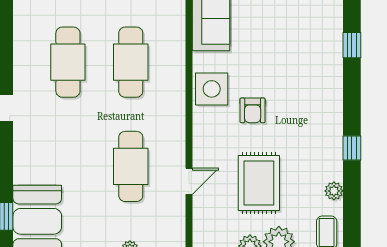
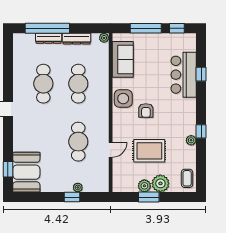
bar counter: (320, 46) -> (184, 75), added
rug: (259, 183) -> (149, 151), turned 90
plant: (334, 191) -> (191, 140), moved

